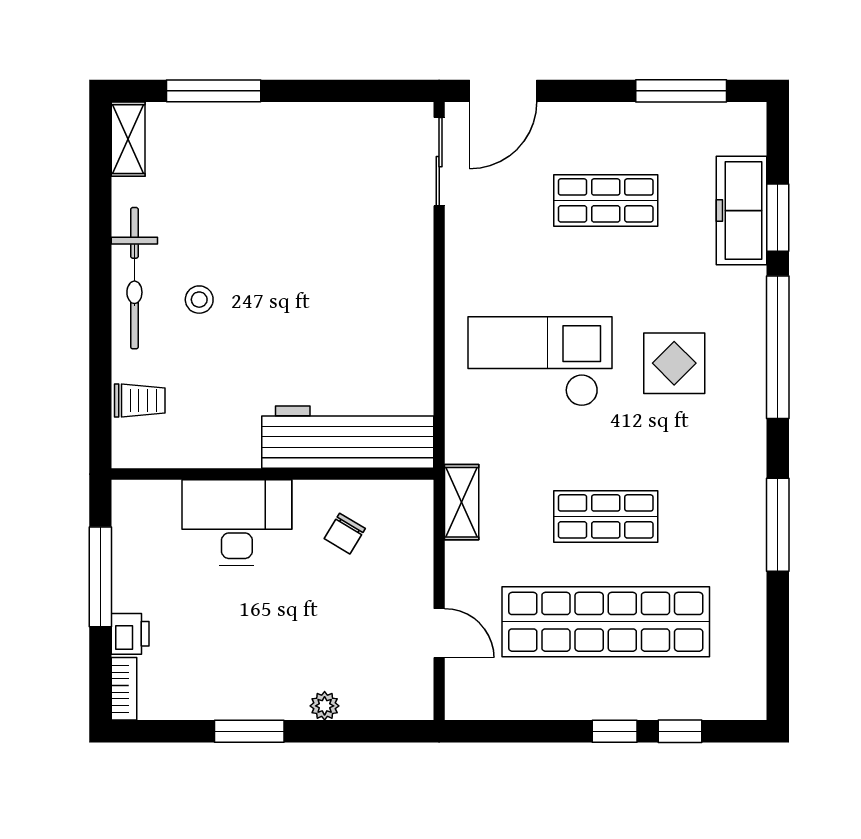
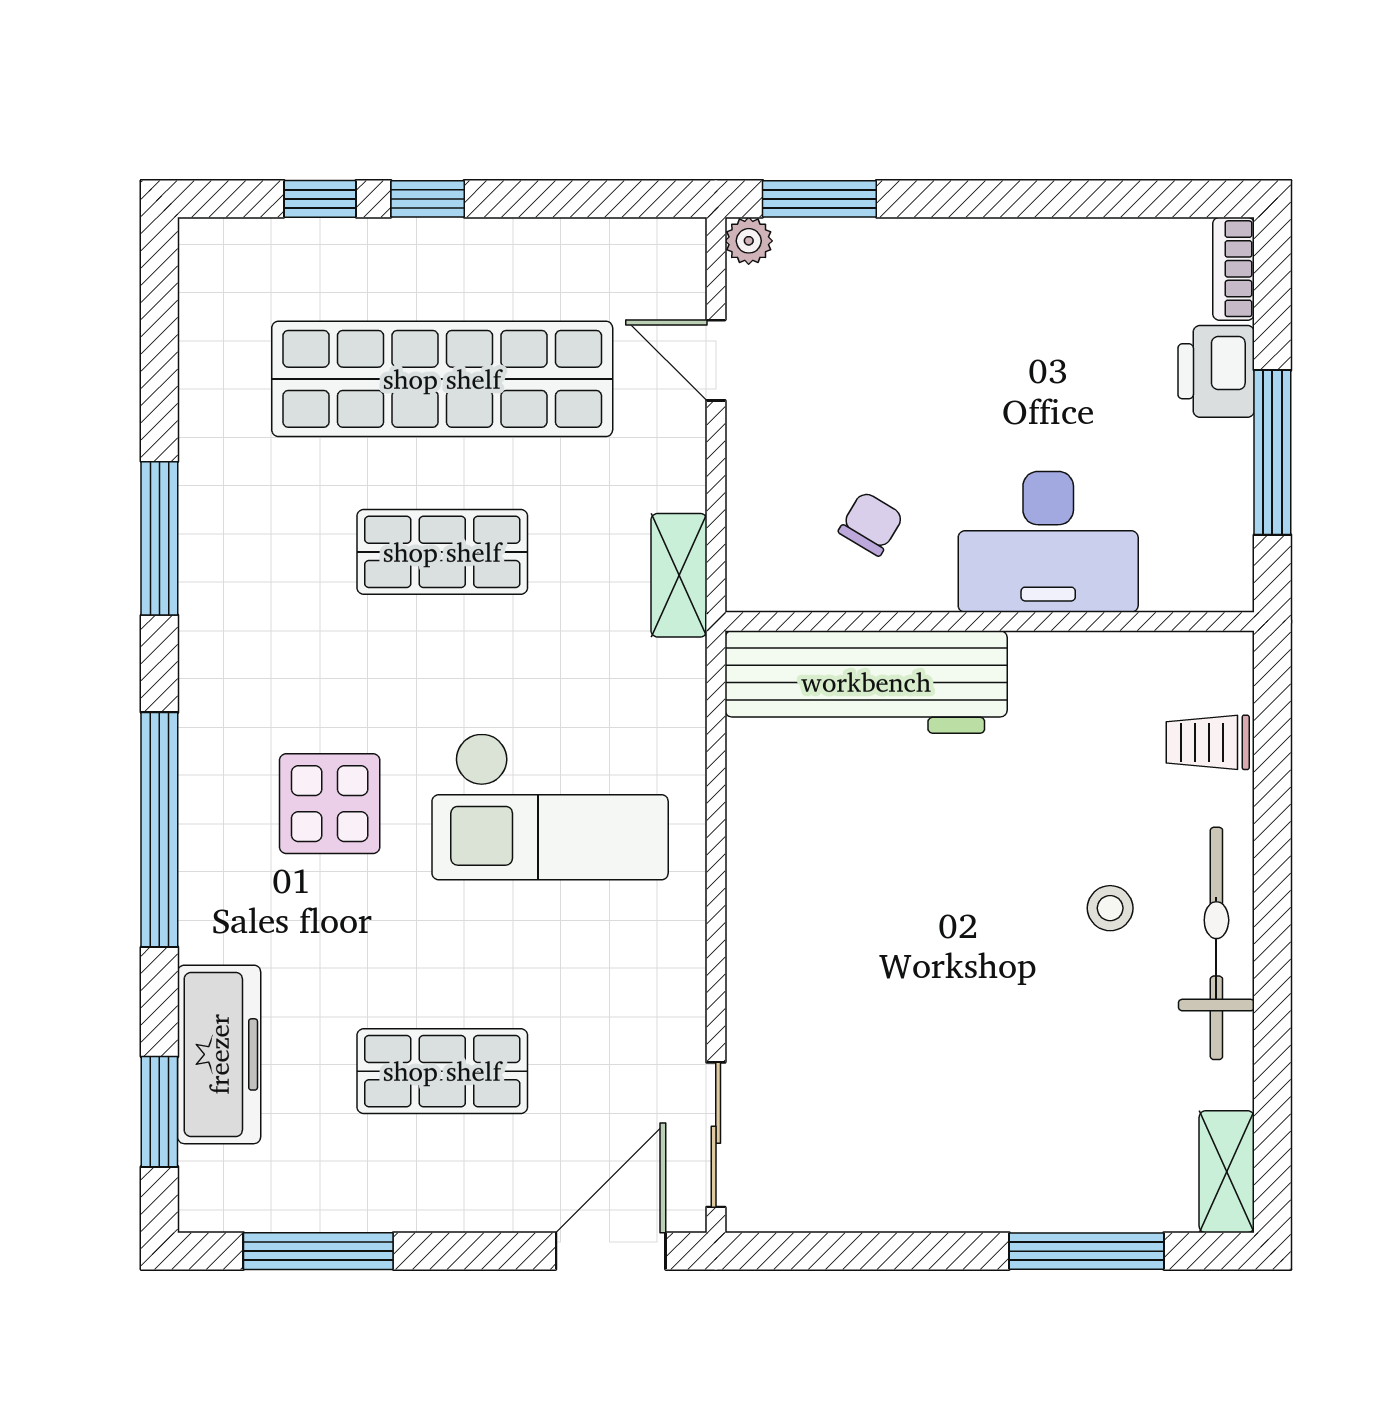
window: (778, 218) -> (159, 1112), moved
printer: (130, 634) -> (1216, 371), width x1.36, depth x1.24
plant: (325, 706) -> (749, 241), moved
window: (249, 731) -> (819, 199), moved

